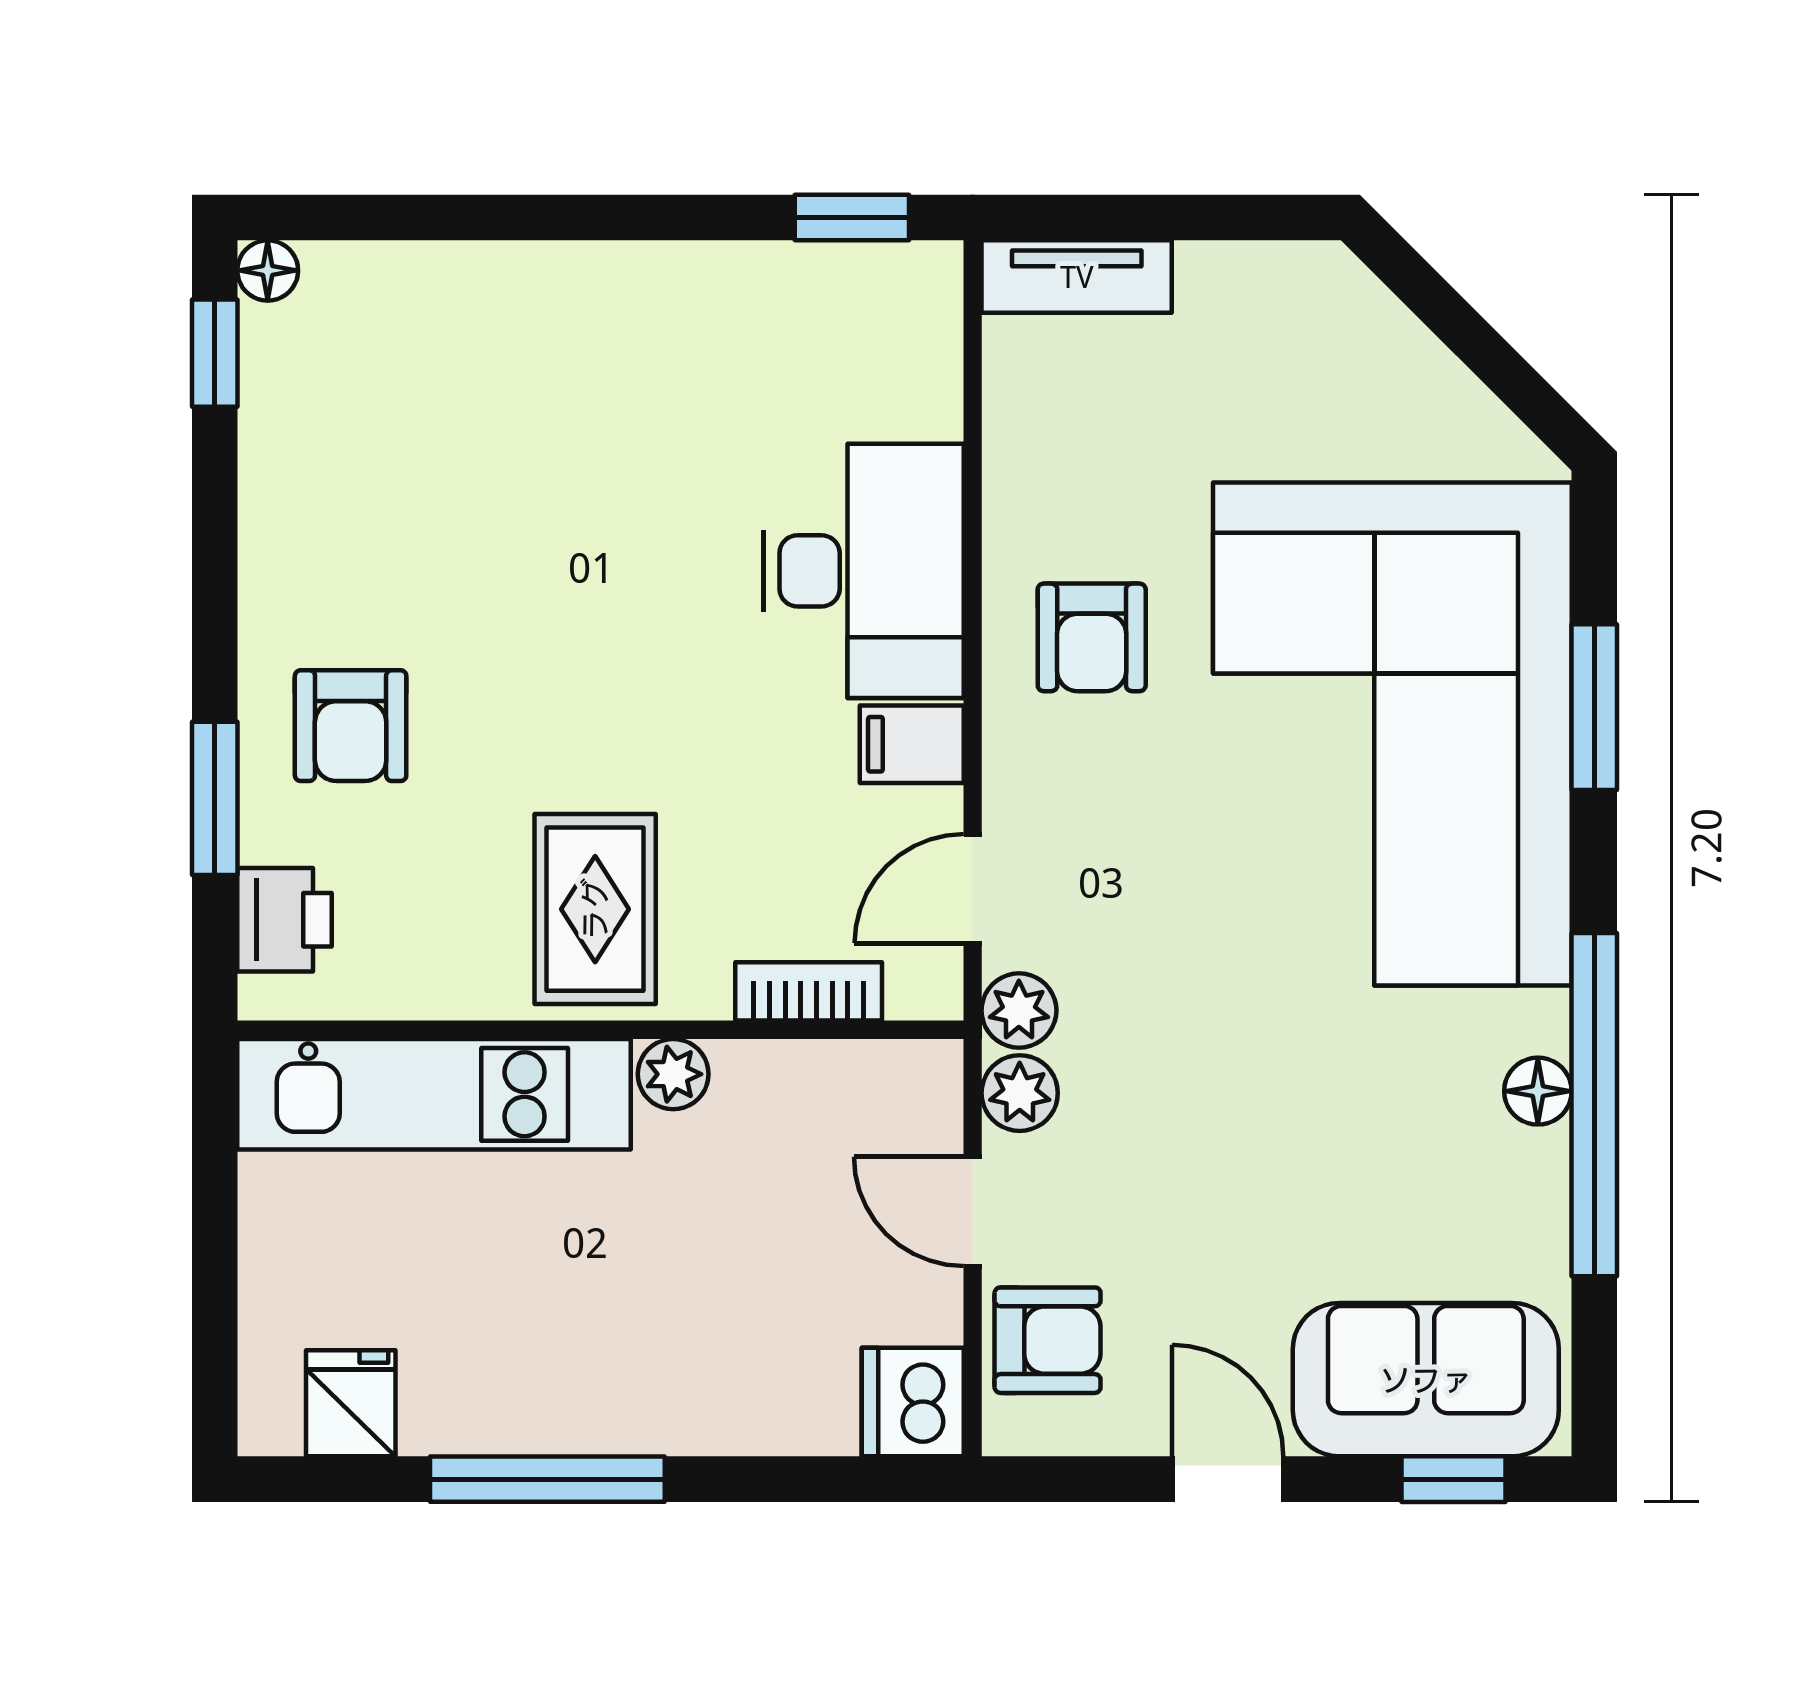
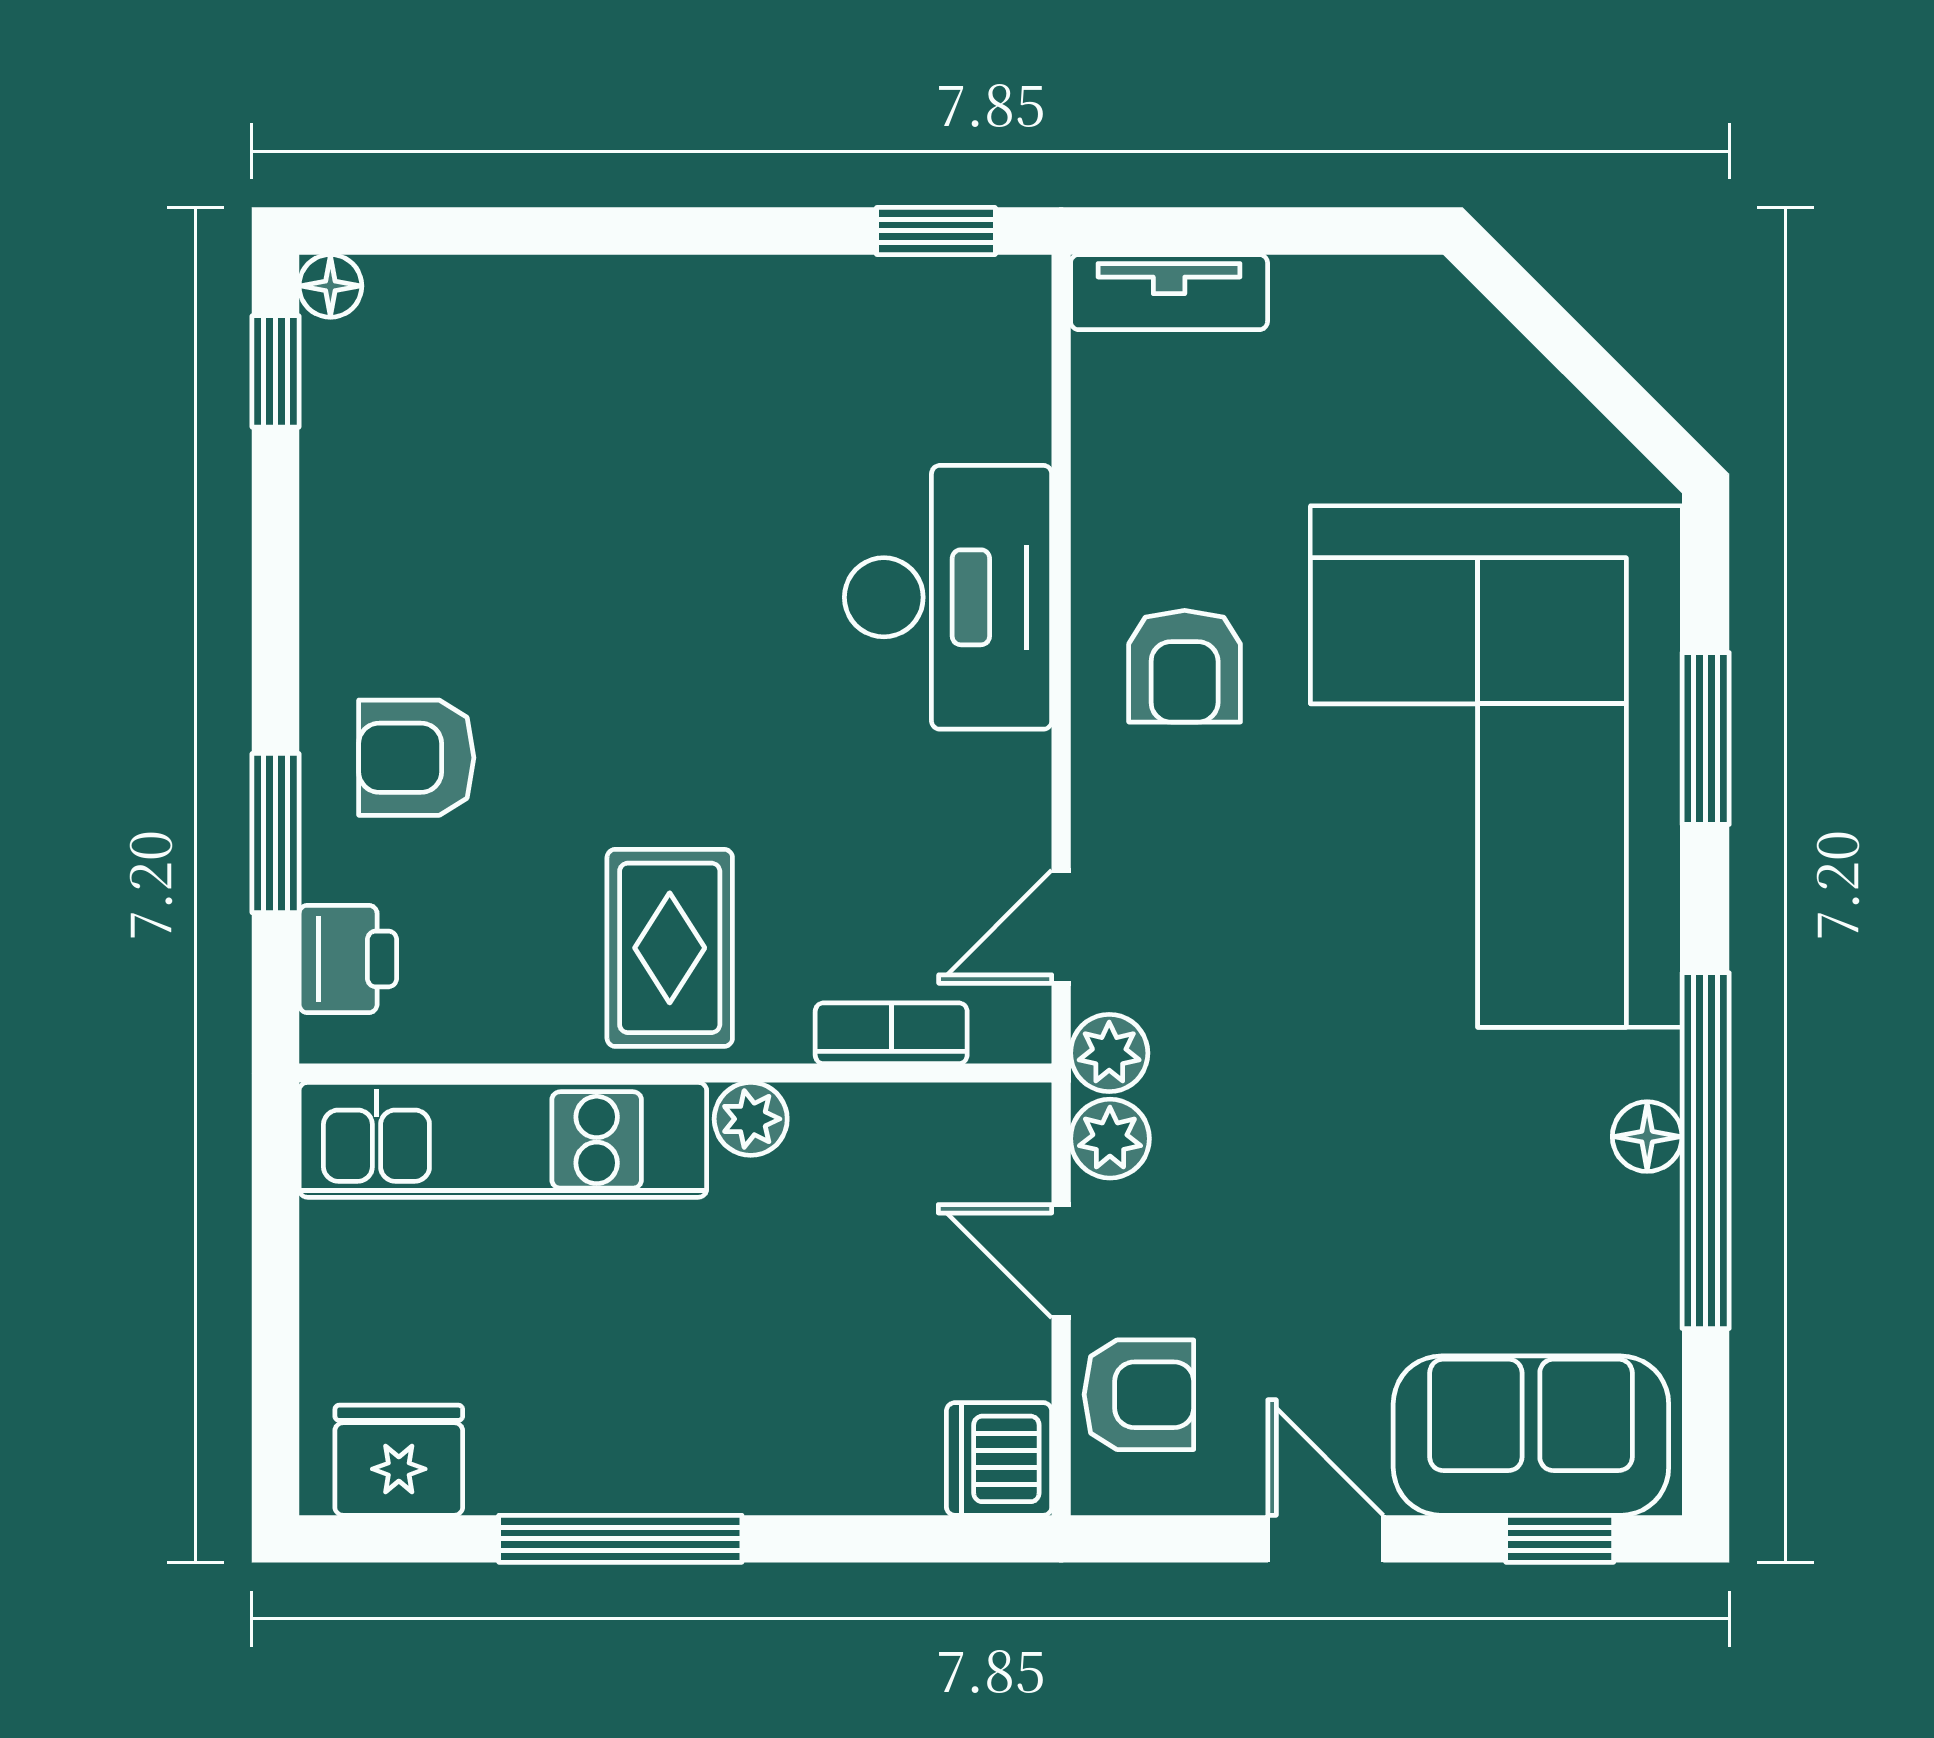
armchair: (351, 726) -> (416, 758), turned 90
filing cabinet: (912, 744) -> (998, 777), removed
fridge: (351, 1403) -> (399, 1460), width x1.38

